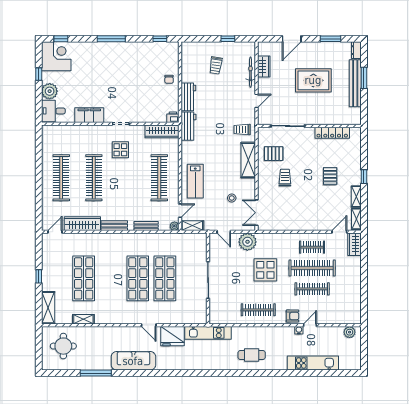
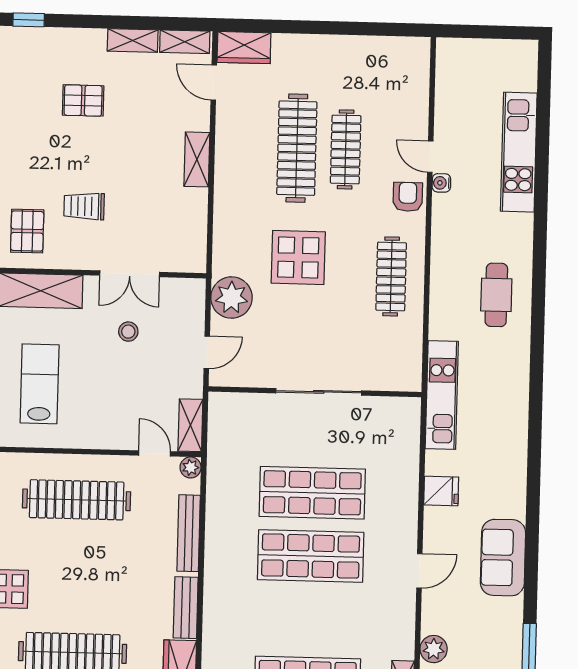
window: (364, 177) -> (29, 20), moved
lab bench: (195, 181) -> (40, 384), moved, turned -90
double door: (256, 213) -> (130, 274), moved
shelving: (306, 225) -> (197, 159), added
bench: (146, 226) -> (189, 533), width x1.36
clothes rail: (312, 247) -> (248, 147), removed
door: (149, 325) -> (419, 571), moved
plant: (350, 332) -> (434, 649), moved
fridge: (173, 336) -> (441, 491), width x0.53, depth x0.75
sofa: (133, 361) -> (503, 558), width x0.73

